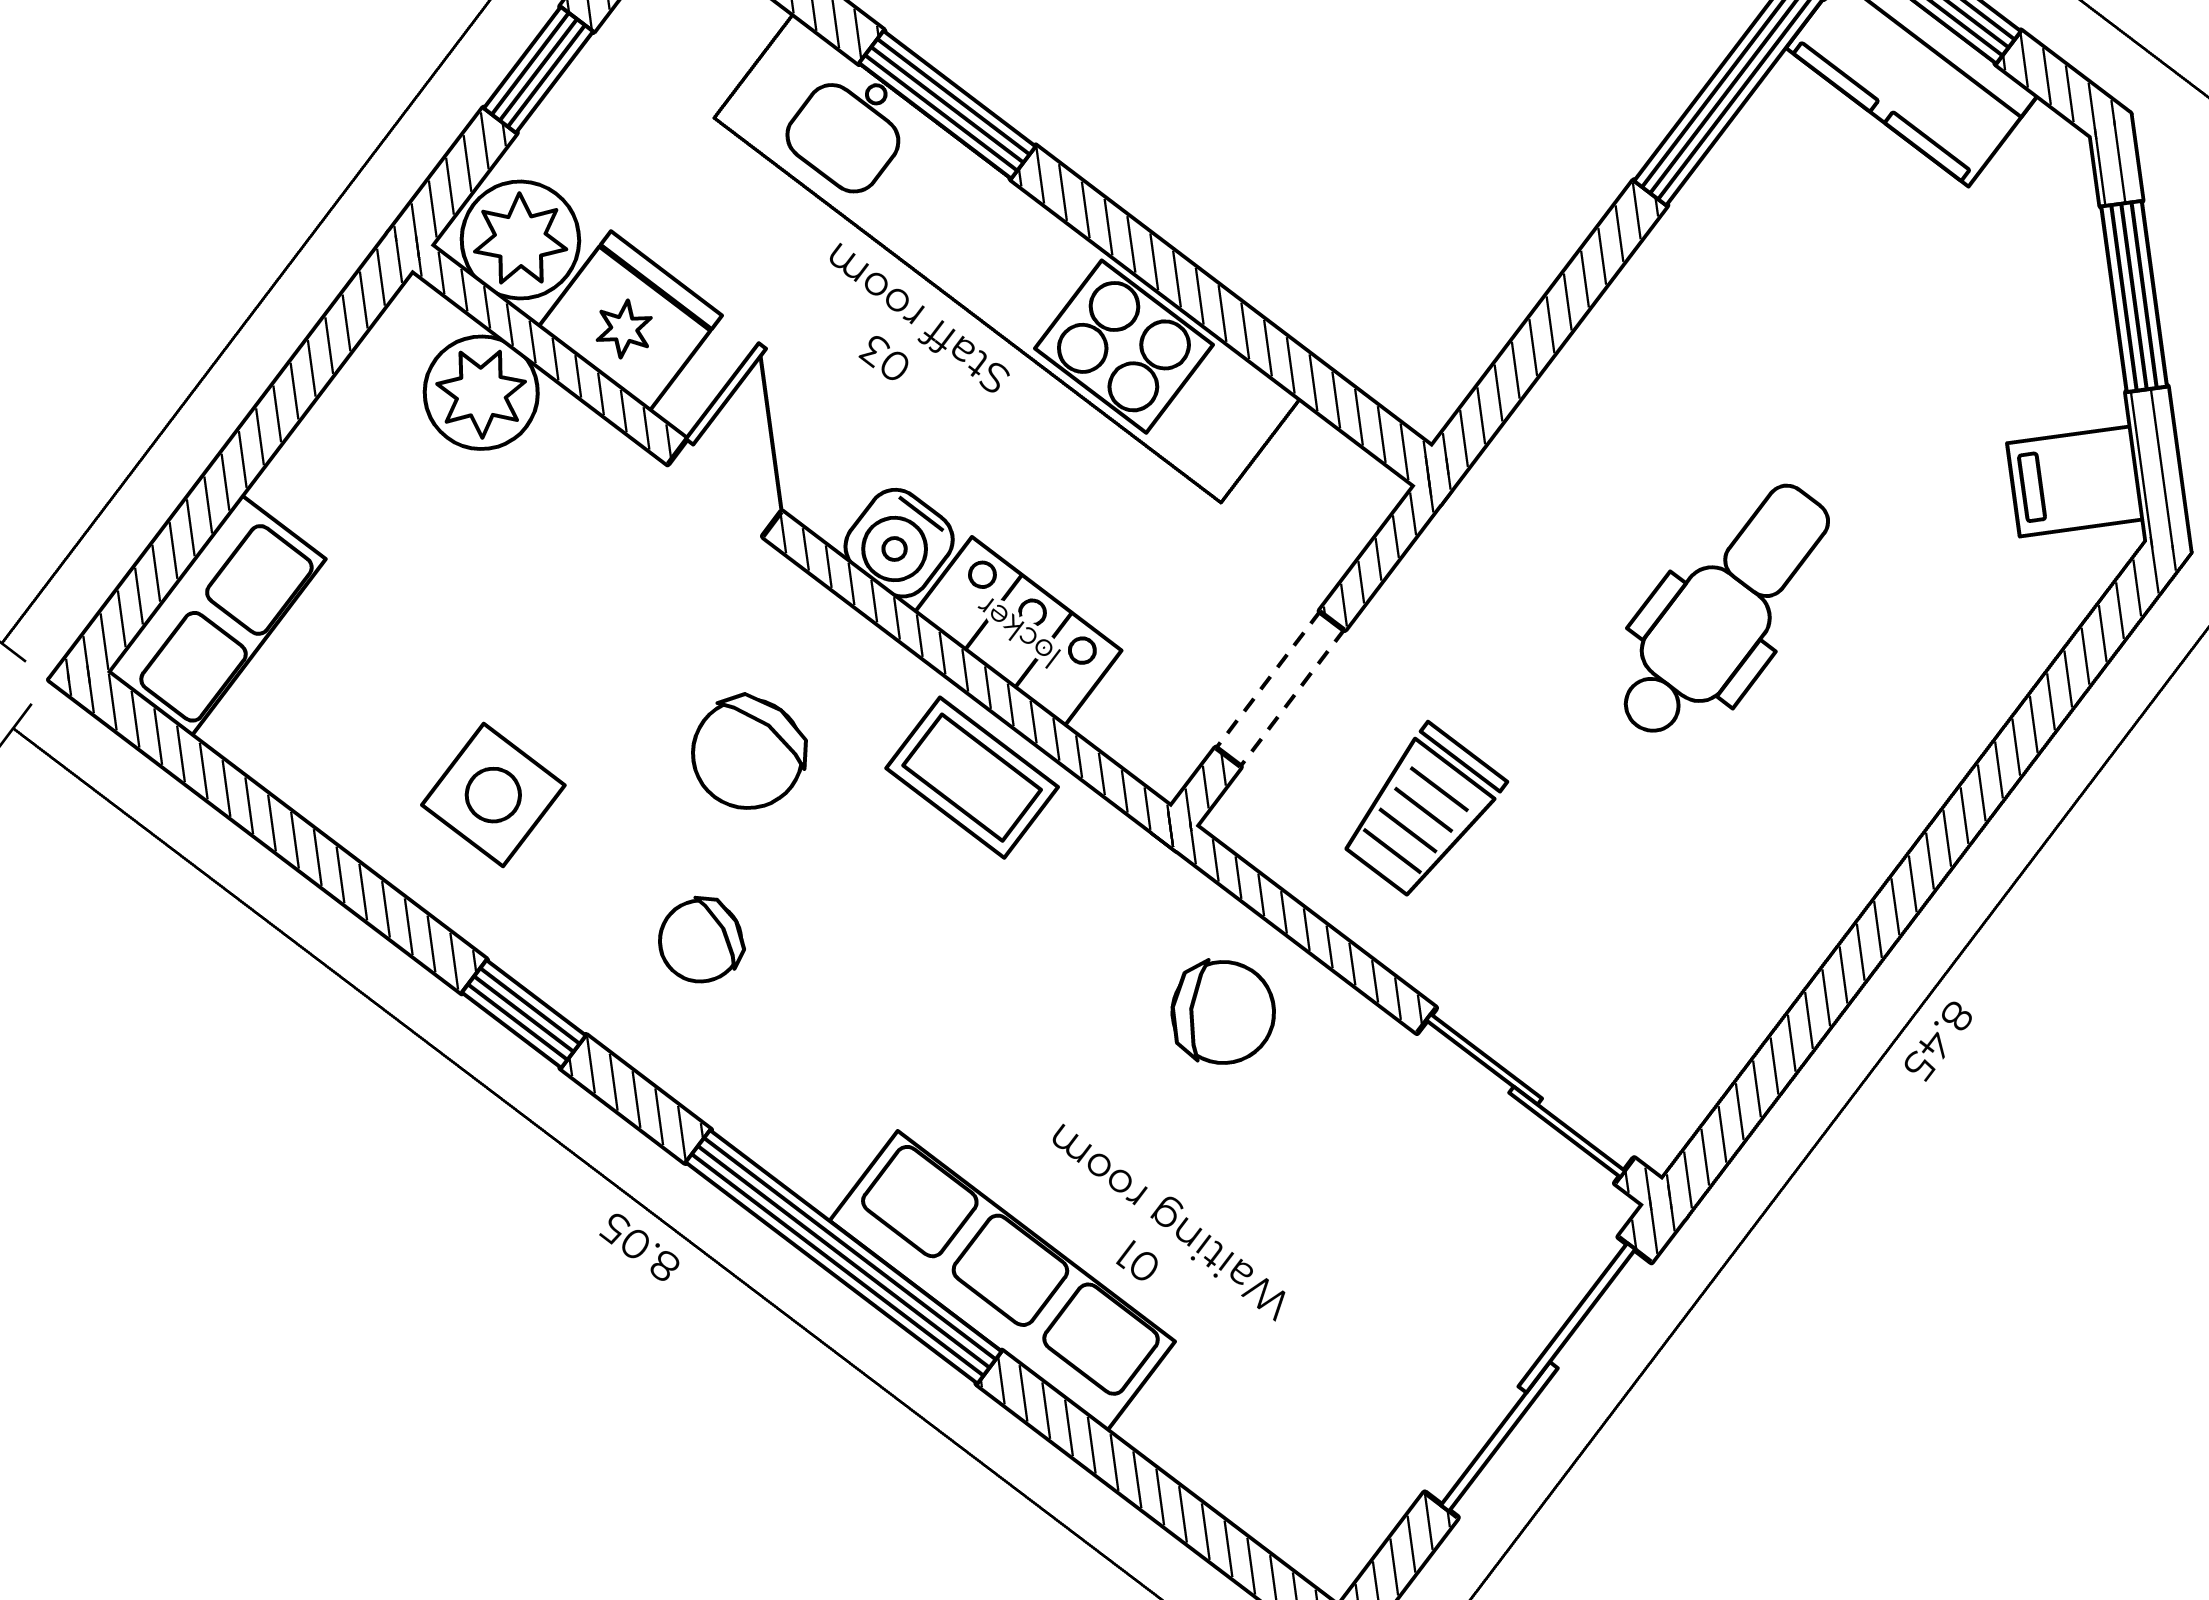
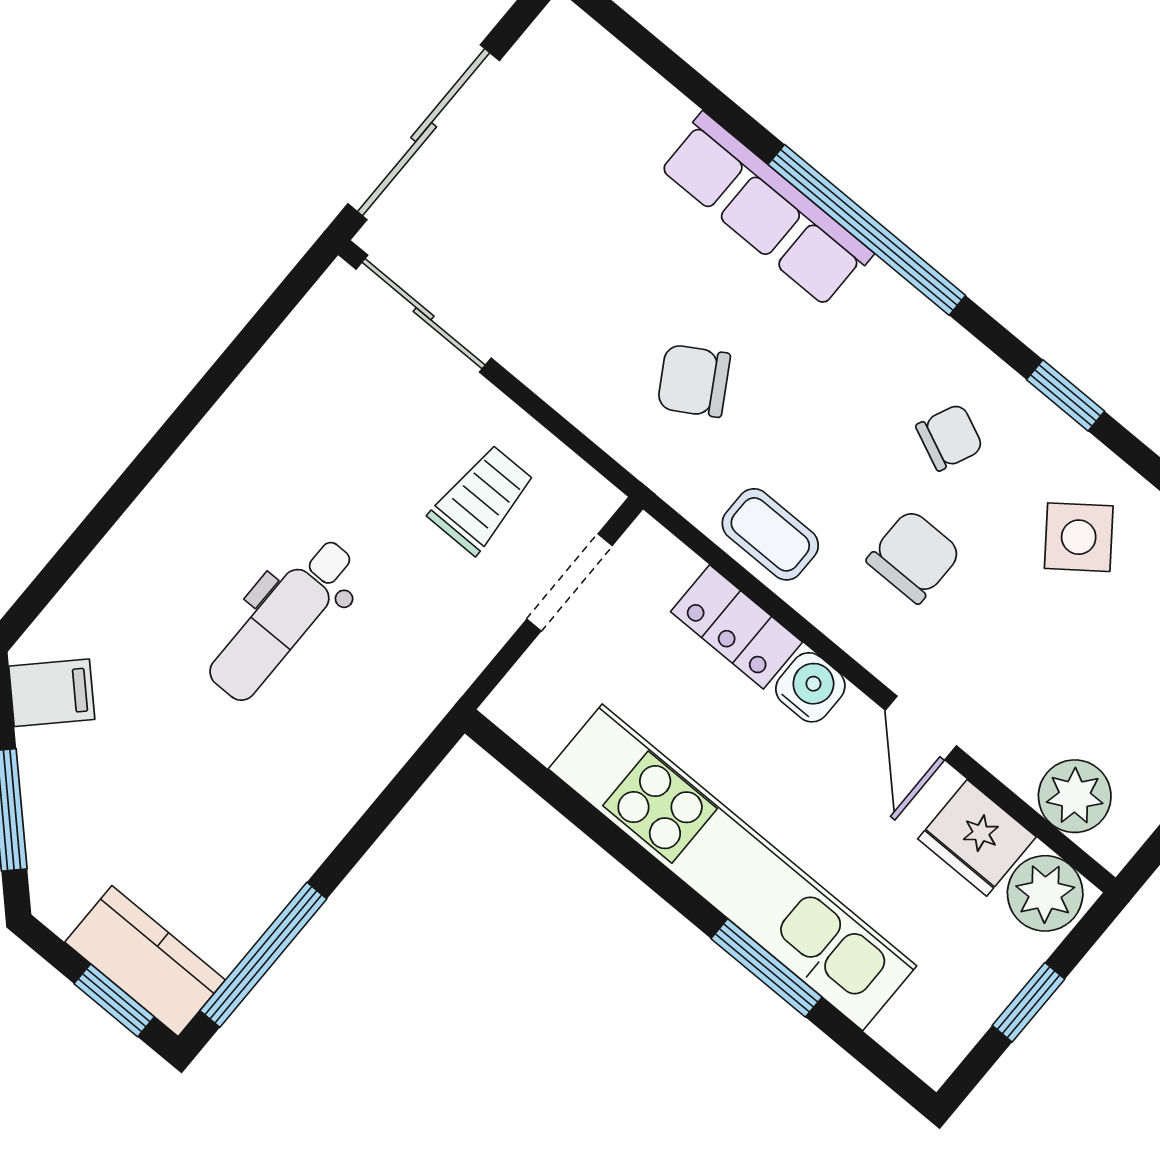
side table: (493, 795) -> (1079, 537), turned -37
chair: (1223, 1012) -> (694, 381), moved

